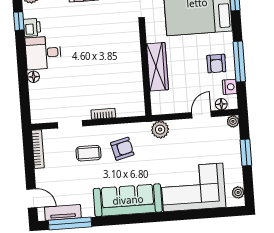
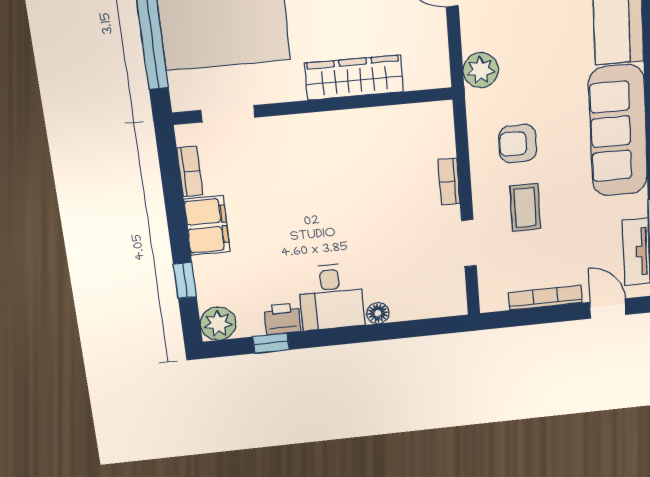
bookcase: (38, 149) -> (545, 298), moved
armchair: (122, 149) -> (518, 144), turned -76
door: (32, 198) -> (608, 308), hinge flipped

